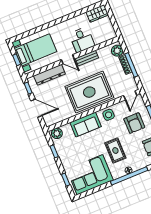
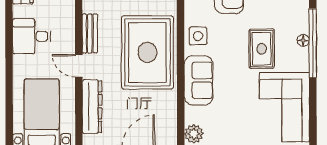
desk: (82, 40) -> (32, 36), moved, turned 180
door: (68, 59) -> (79, 66), swing flipped
rug: (115, 150) -> (262, 49), turned 90

